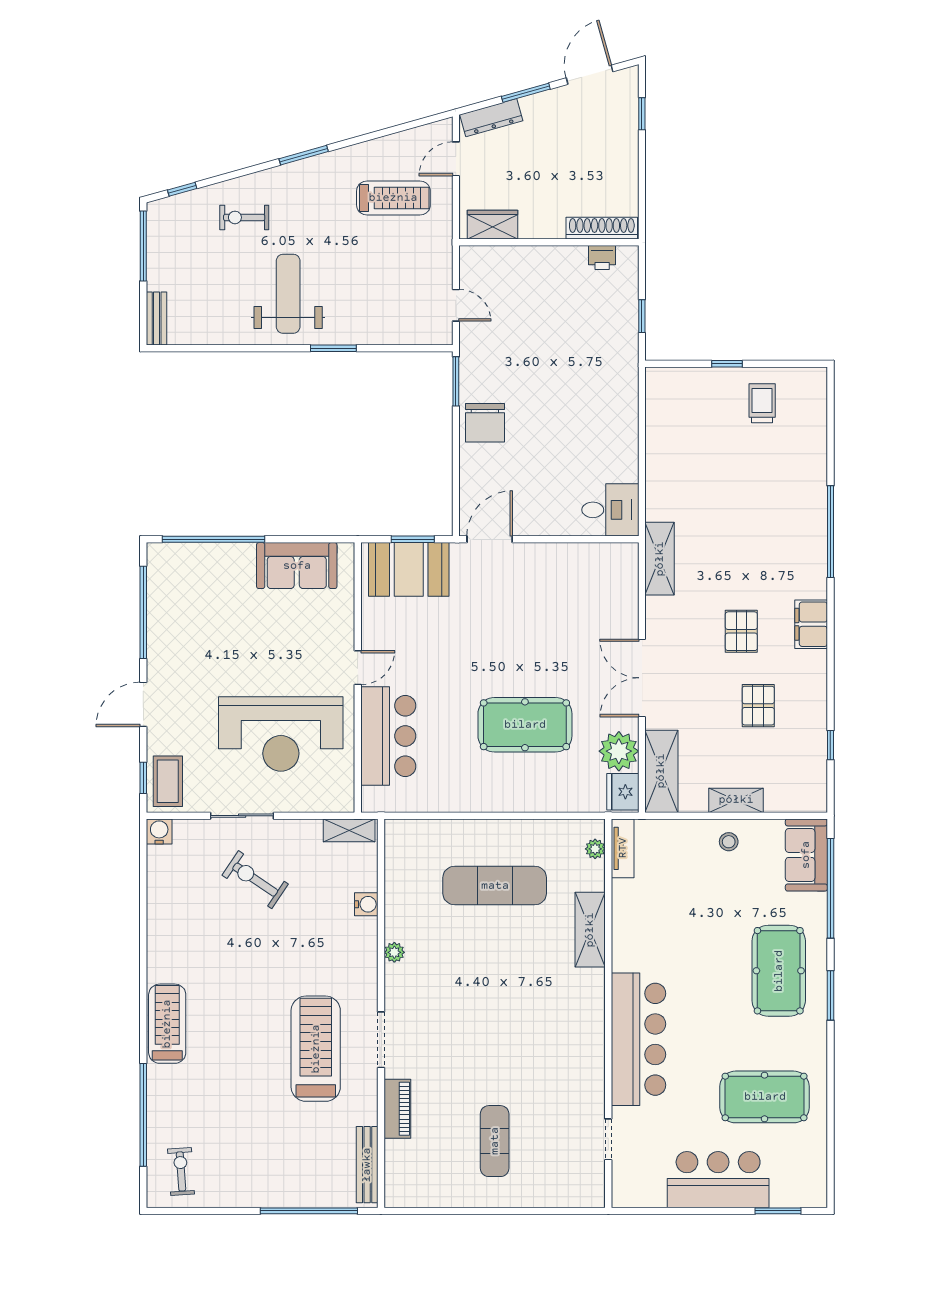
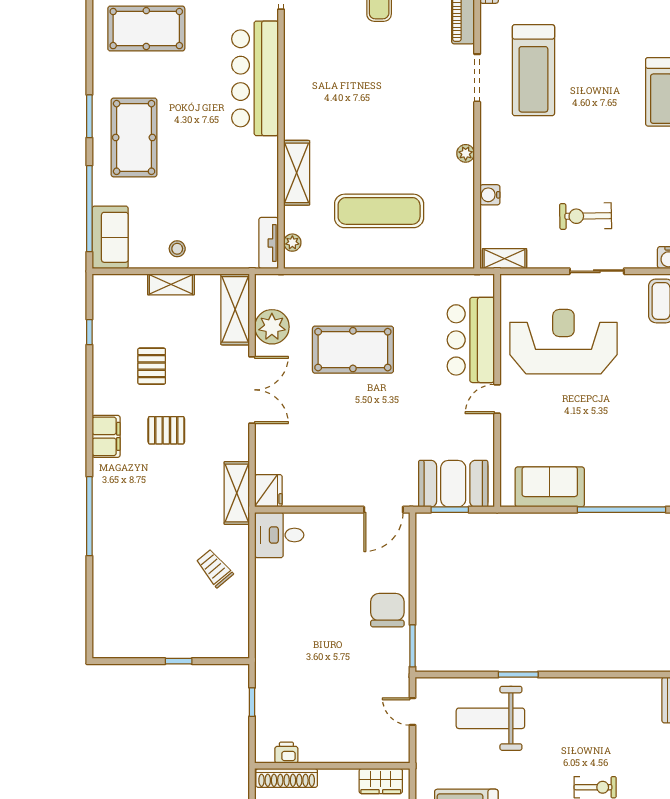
weight bench: (288, 294) -> (490, 718), moved, turned 90
trolley: (762, 403) -> (214, 568), moved, turned 140
pallet: (741, 631) -> (166, 430), turned 90
fridge: (623, 792) -> (268, 491), moved
exercise bike: (255, 880) -> (586, 216), turned 145

